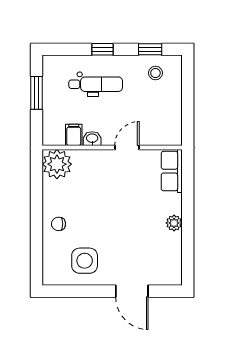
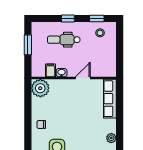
dental chair: (96, 84) -> (64, 40), turned 180
row of seats: (172, 171) -> (110, 99), width x1.48
plant: (174, 223) -> (111, 138), moved

